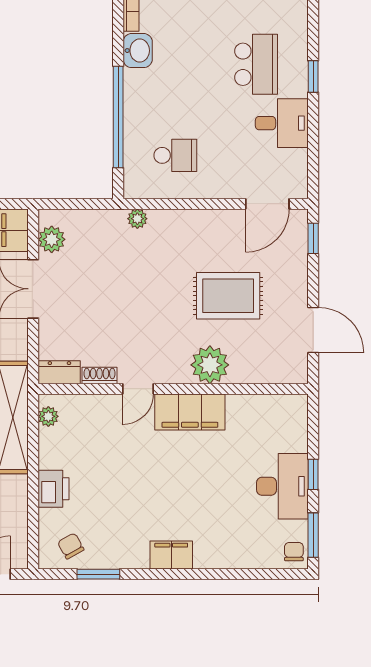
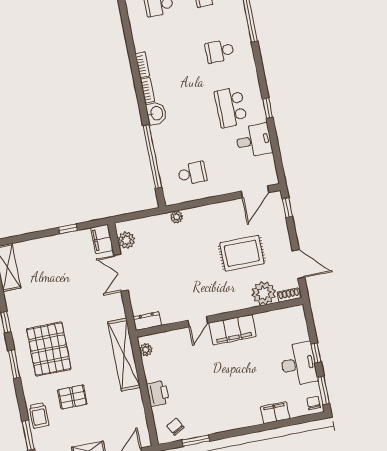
school desk: (256, 64) -> (231, 107), turned 180
plant: (210, 365) -> (264, 293), moved
shoe rack: (100, 375) -> (289, 295), moved
filing cabinet: (171, 555) -> (275, 413), moved

